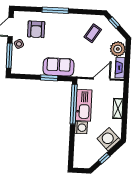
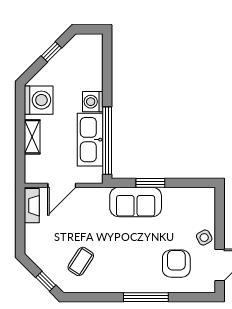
plant: (118, 49) -> (37, 237), removed
window: (9, 56) -> (220, 217), removed
washing machine: (109, 139) -> (39, 100), moved, turned -45

